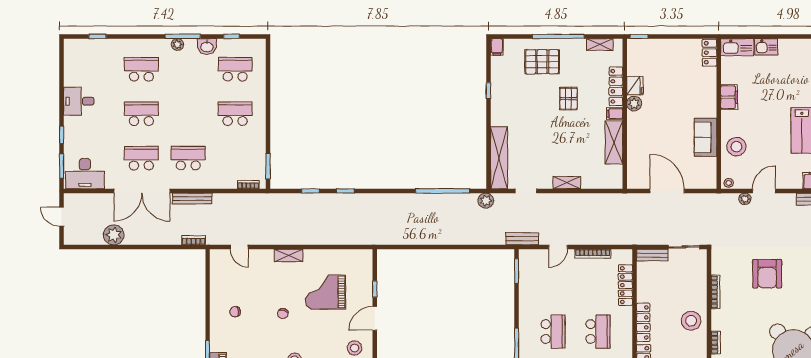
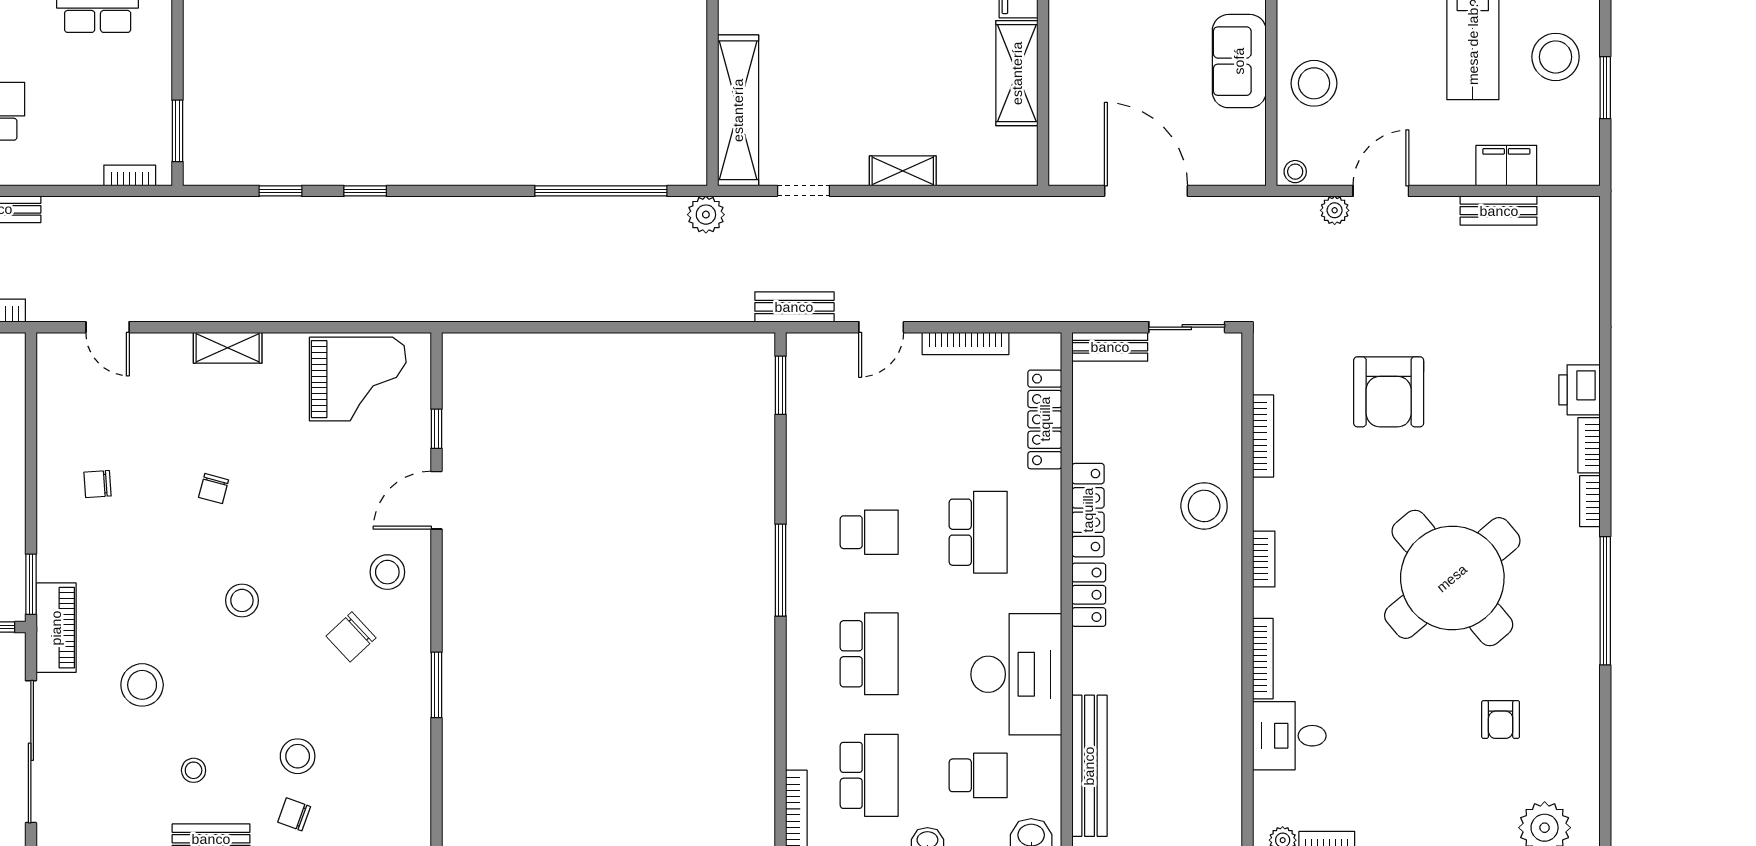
grand piano: (326, 292) -> (358, 379), moved, turned 180
school desk: (553, 332) -> (869, 532), width x0.54

